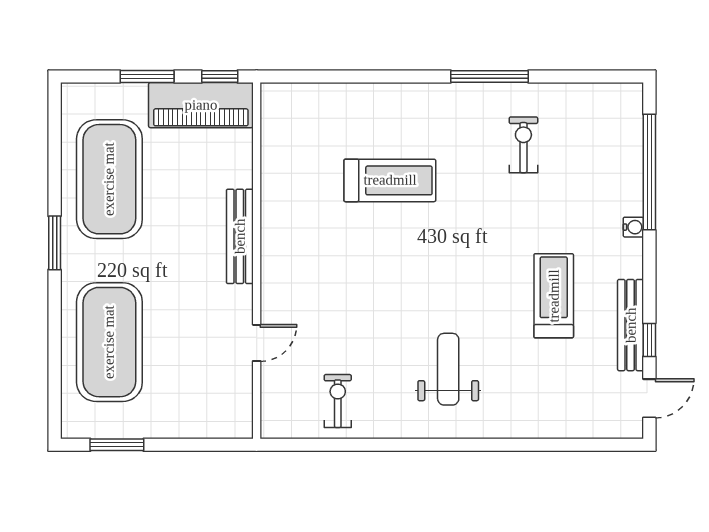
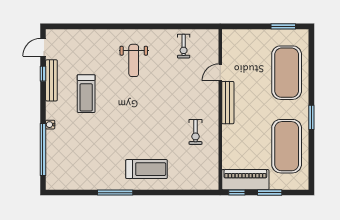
exercise bike: (523, 145) -> (195, 132), moved
treadmill: (390, 180) -> (147, 169), moved, turned 180
bench: (240, 236) -> (228, 103), moved

